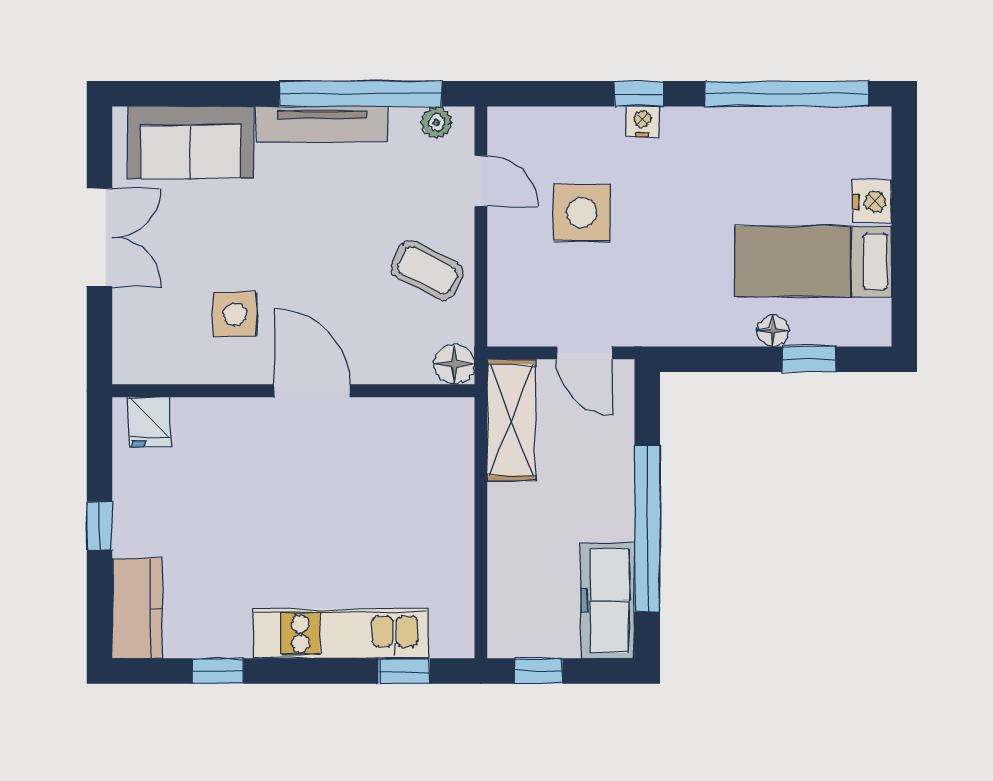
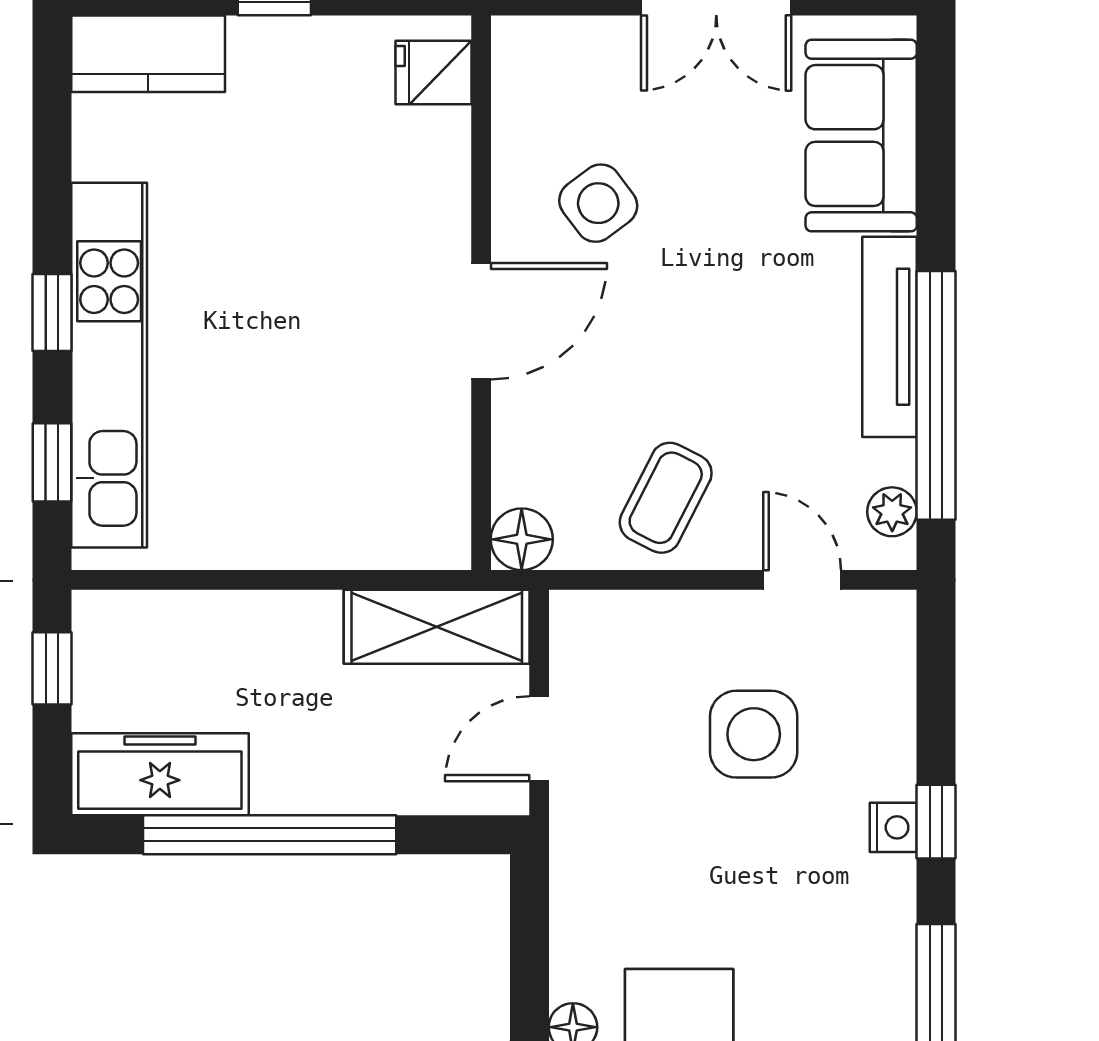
door: (481, 181) -> (802, 580), swing flipped
side table: (235, 314) -> (598, 203), turned -37
kitchen unit: (341, 634) -> (109, 365), width x1.36
window: (218, 671) -> (52, 312), moved

